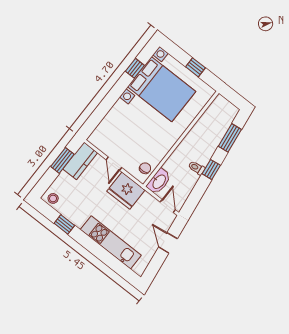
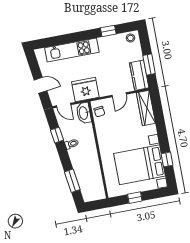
wardrobe: (105, 128) -> (146, 108), added
door: (114, 164) -> (119, 95), swing flipped
window: (211, 170) -> (57, 135), moved
fridge: (126, 191) -> (85, 90), moved

